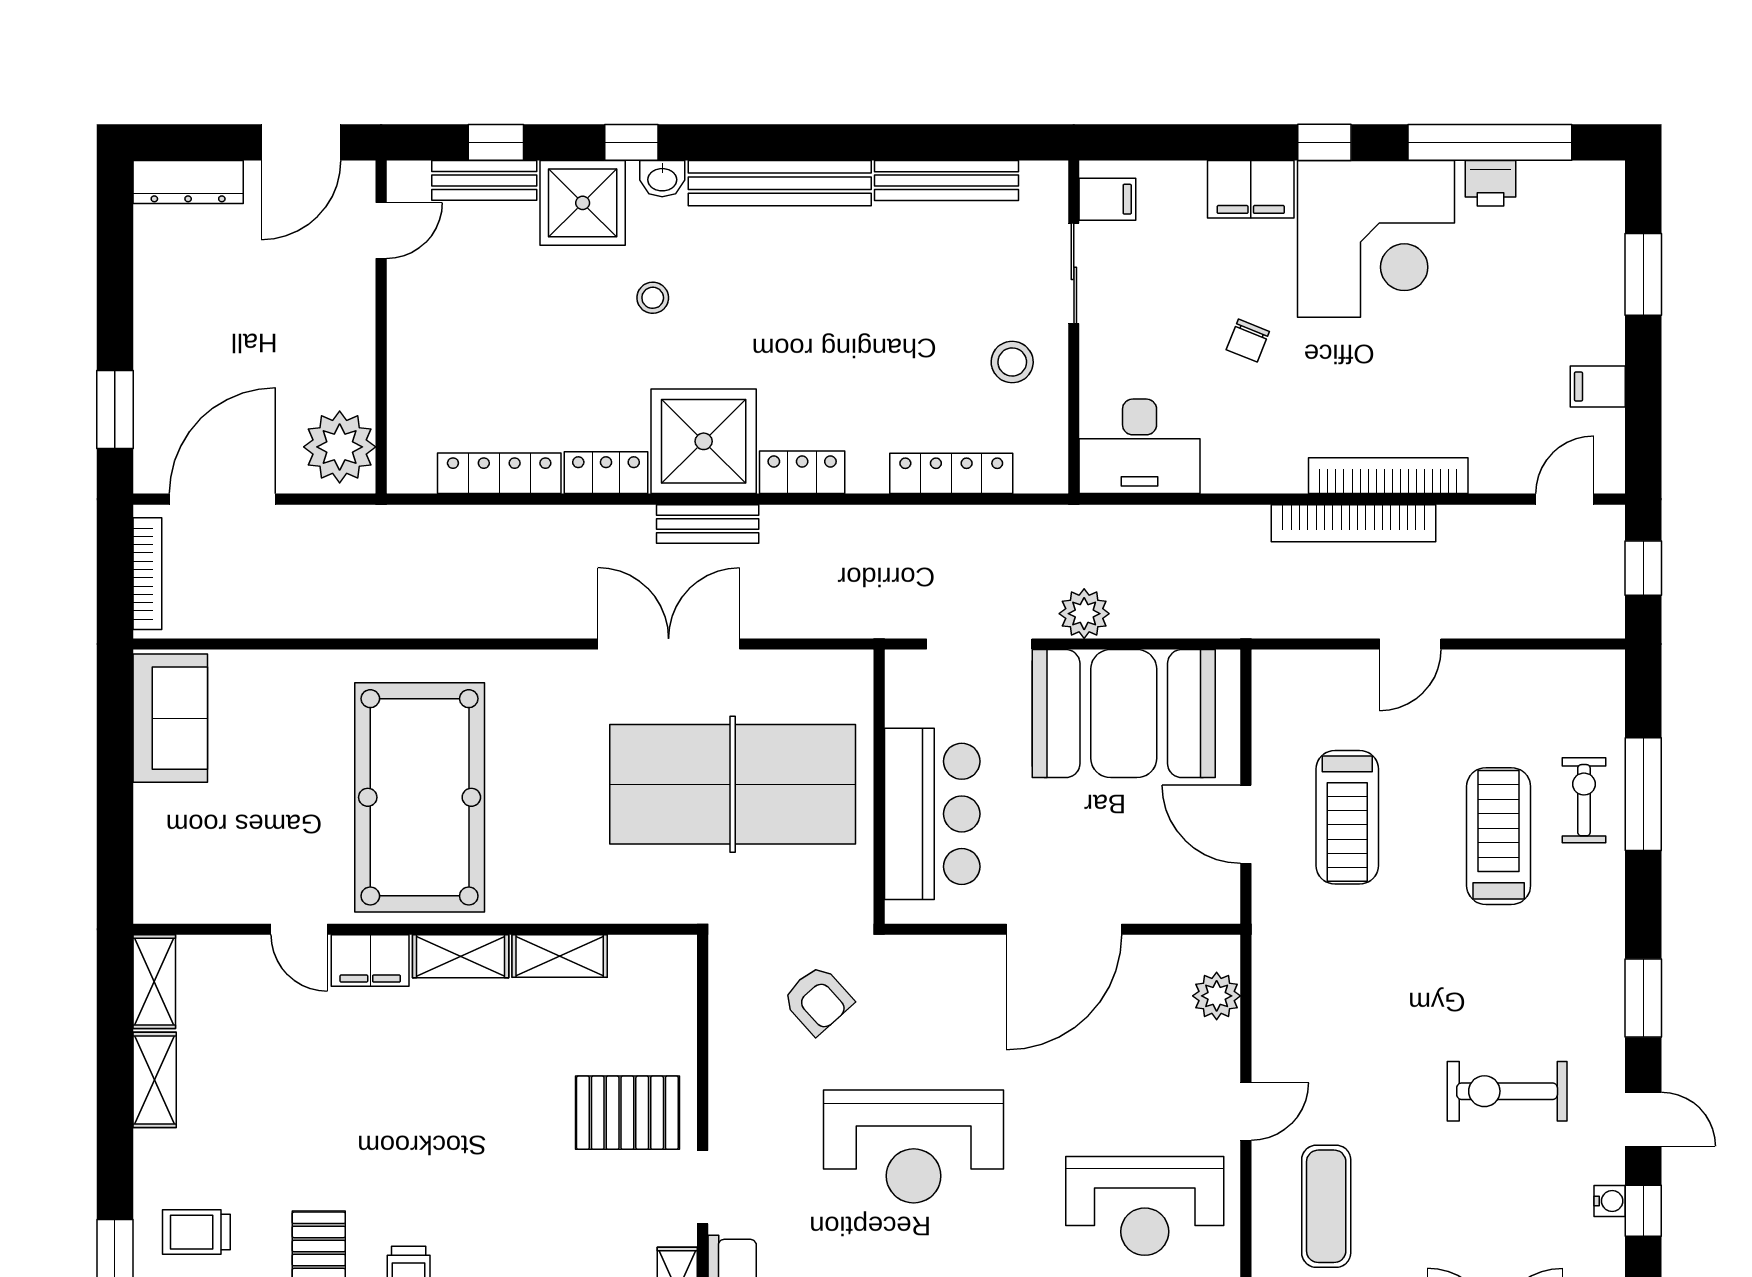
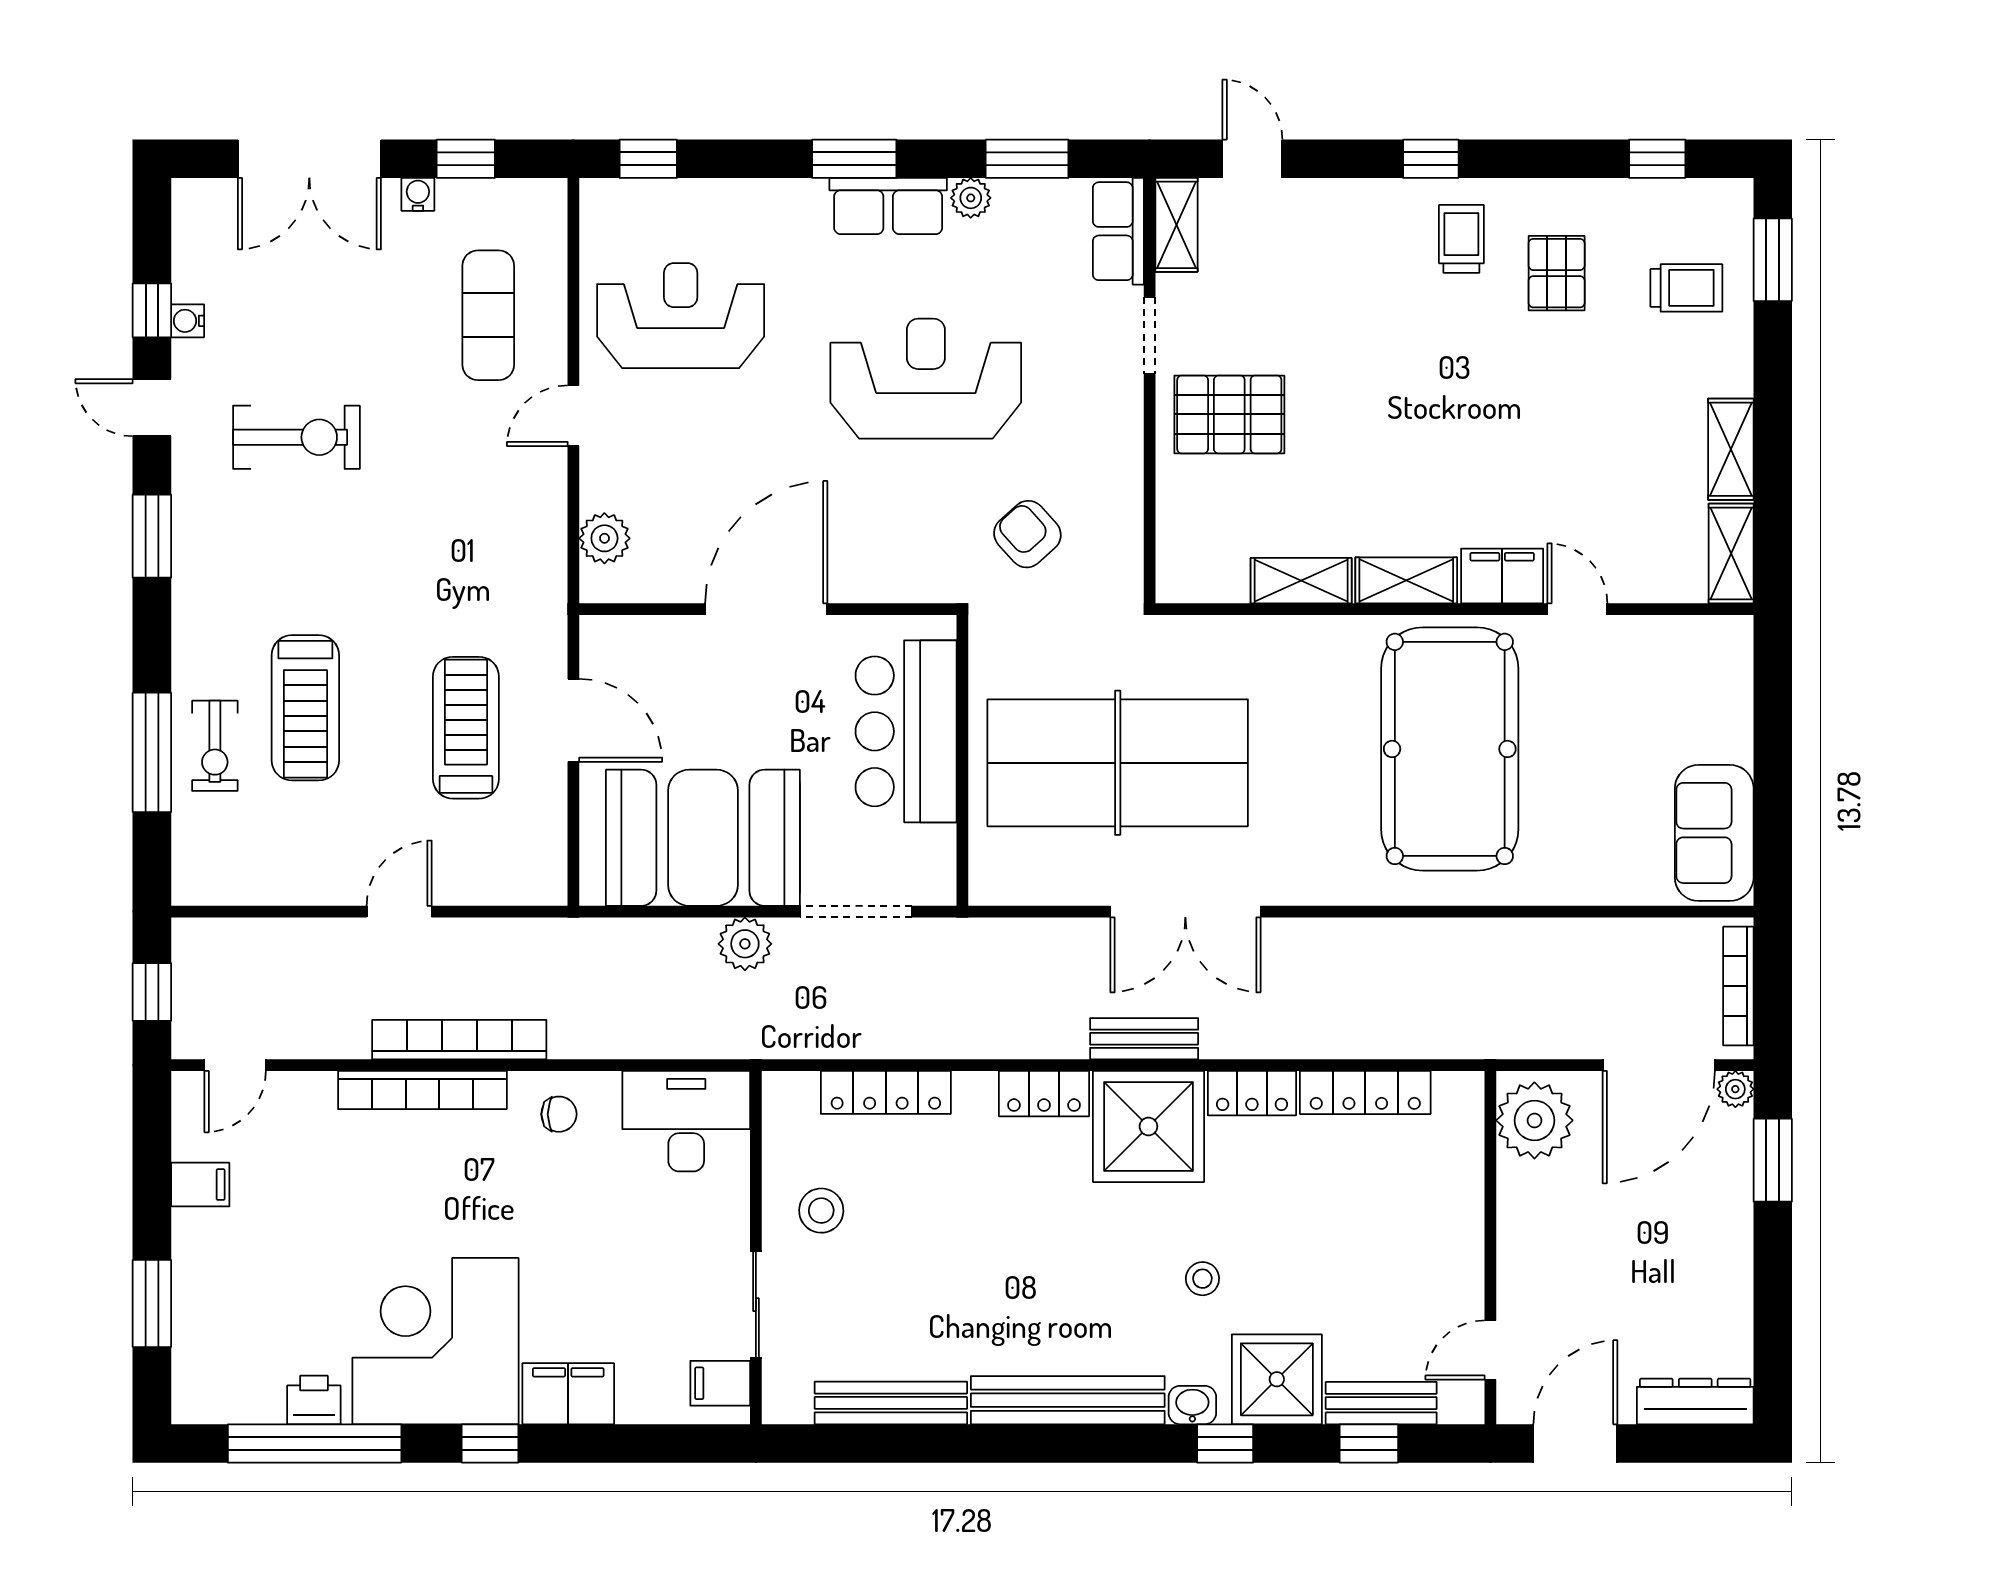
chair: (1248, 341) -> (559, 1114), moved, turned 68
plant: (150, 477) -> (1735, 1089), added

